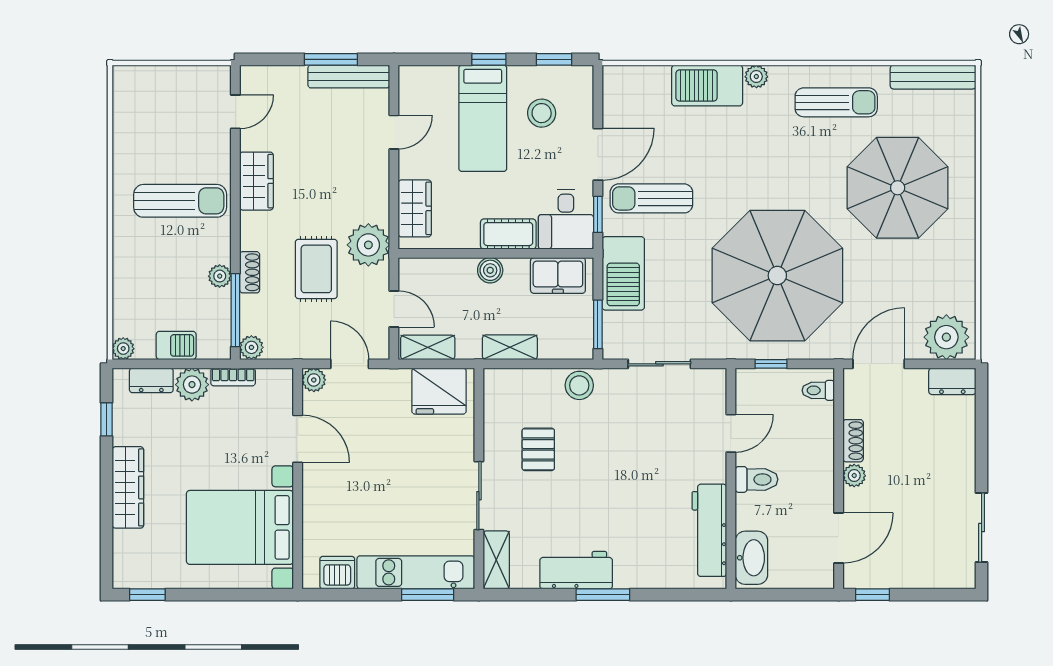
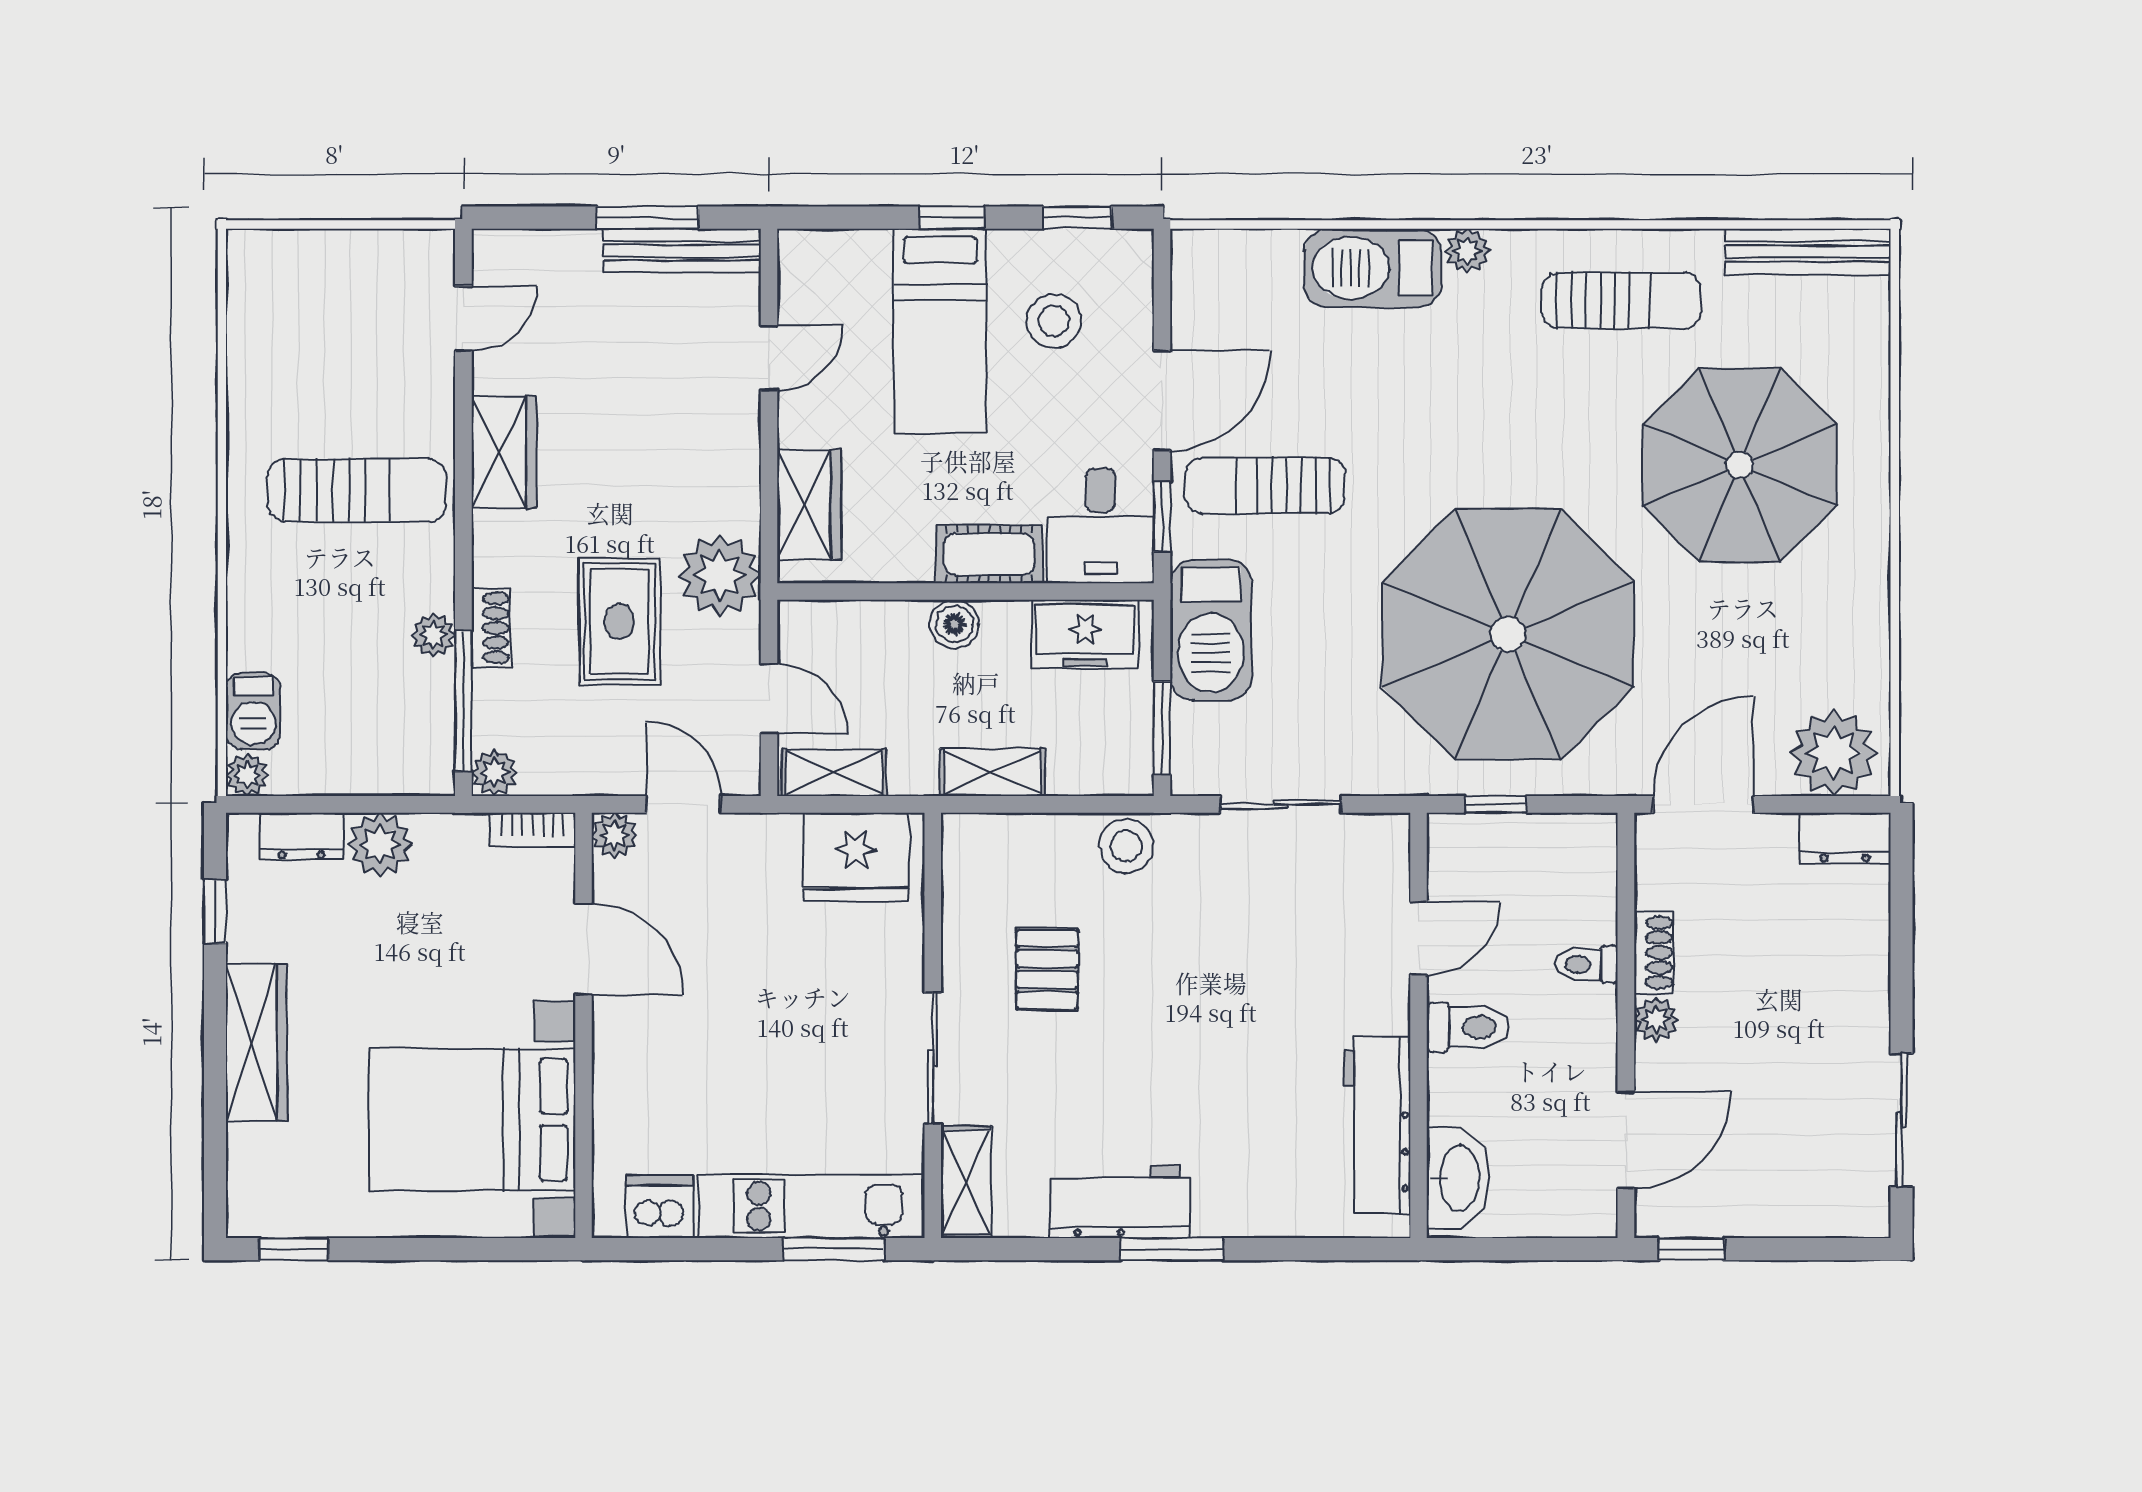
barbecue: (176, 345) -> (253, 711), moved, turned 90
bookcase: (233, 377) -> (532, 830), moved
toilet: (818, 390) -> (1587, 965), moved

